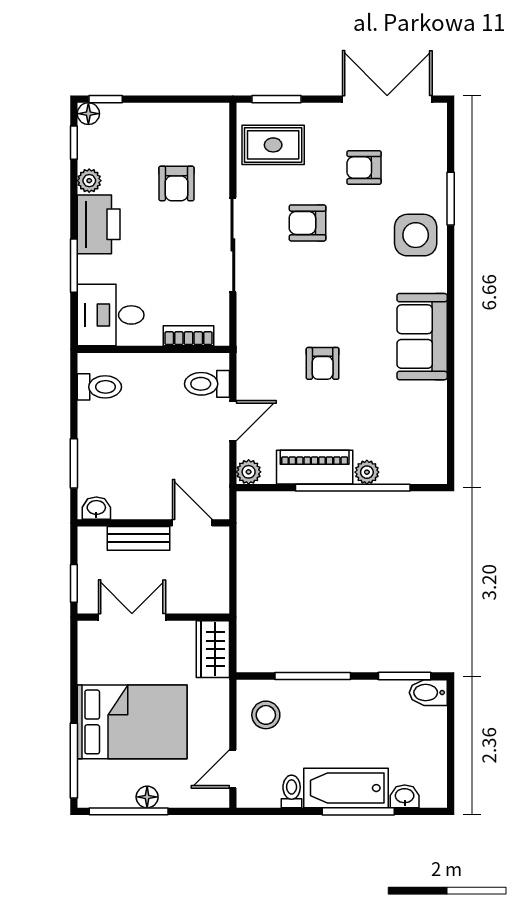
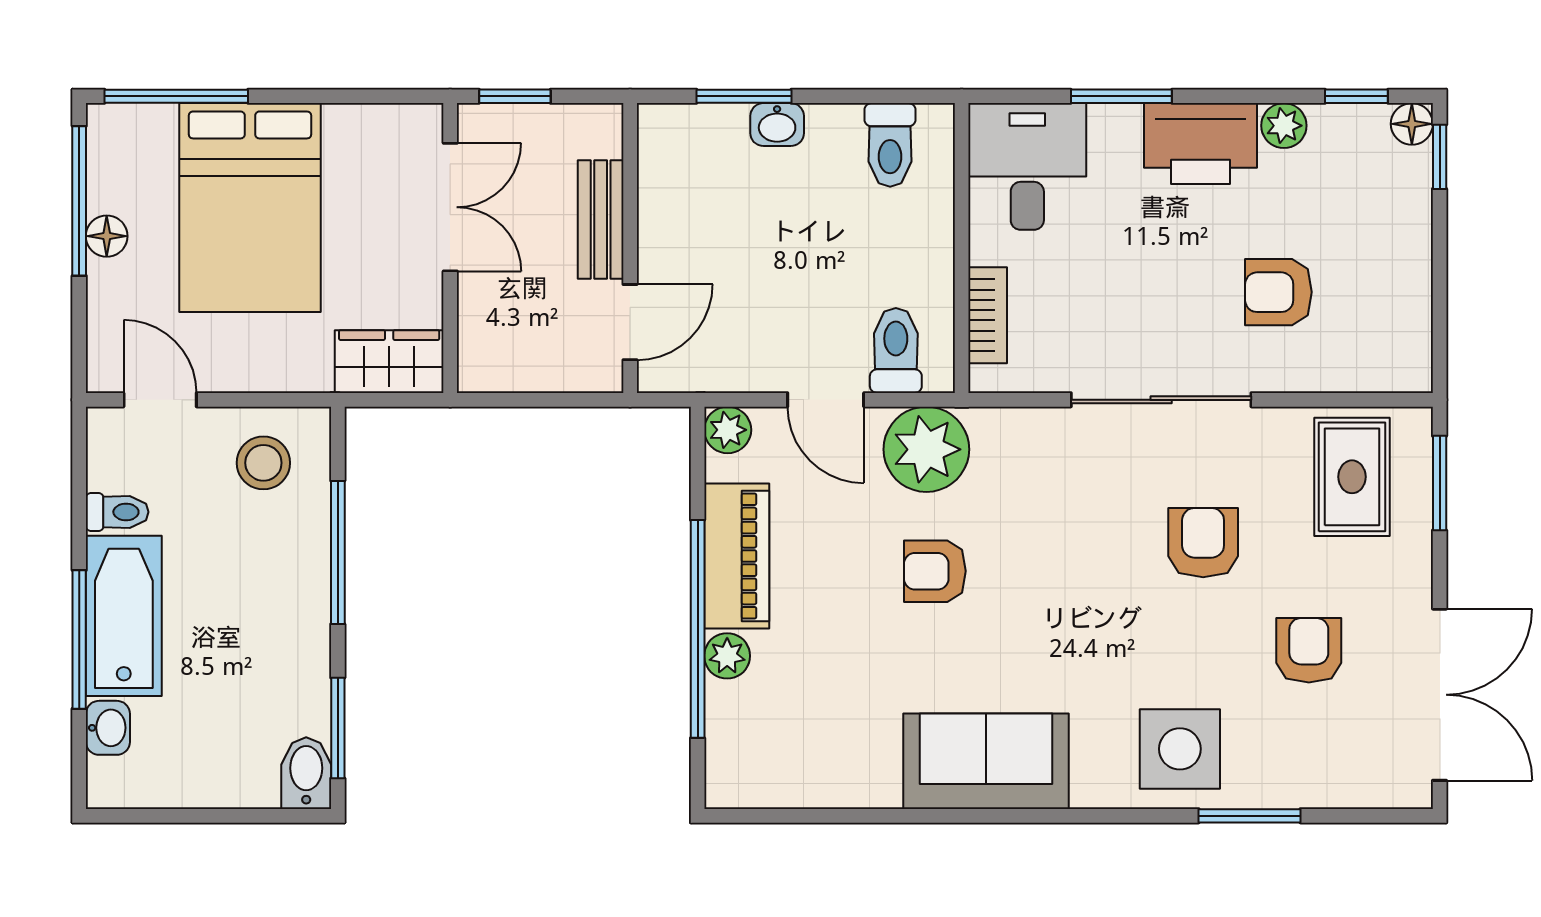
plant: (259, 368) -> (926, 449), added
washbasin: (96, 508) -> (777, 125), moved, turned 90

